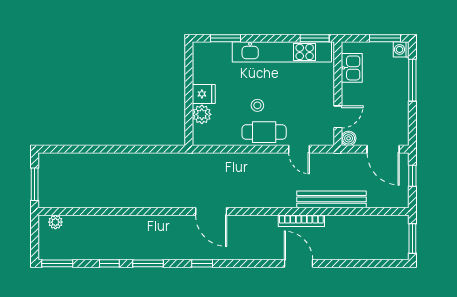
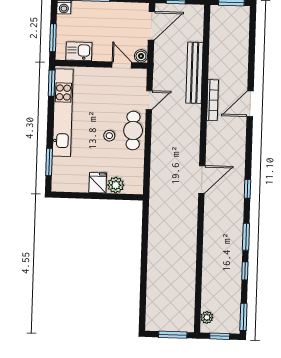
window: (385, 38) -> (53, 38), moved
window: (35, 237) -> (220, 336), added

